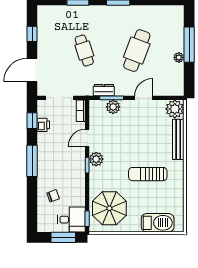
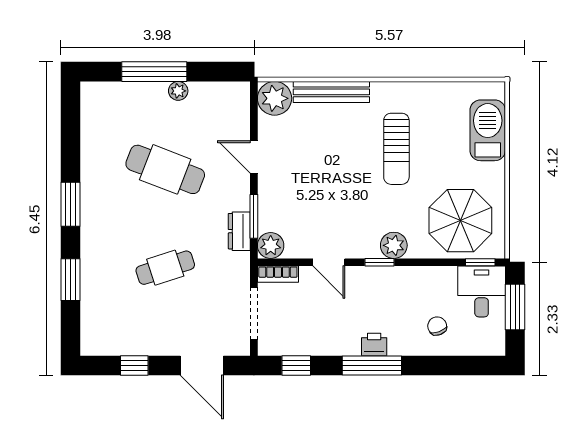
plant: (113, 107) -> (271, 246), moved
printer: (43, 125) -> (374, 344), moved
plant: (96, 159) -> (394, 245), moved

